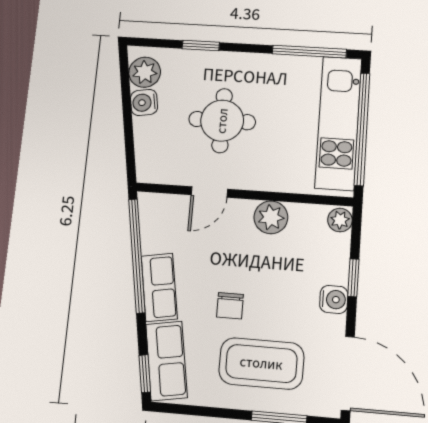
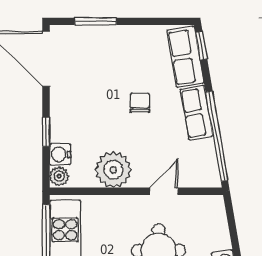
plant: (271, 217) -> (113, 170), width x1.36, depth x1.36
water cooler: (334, 299) -> (60, 154), moved
coffee table: (261, 363) -> (112, 61), removed

